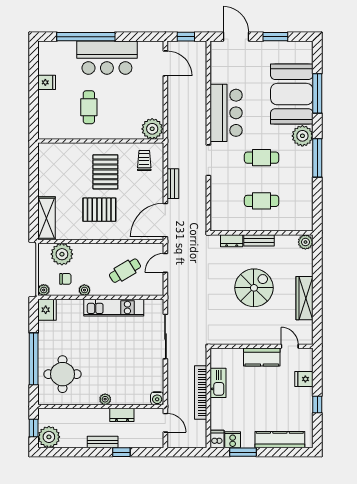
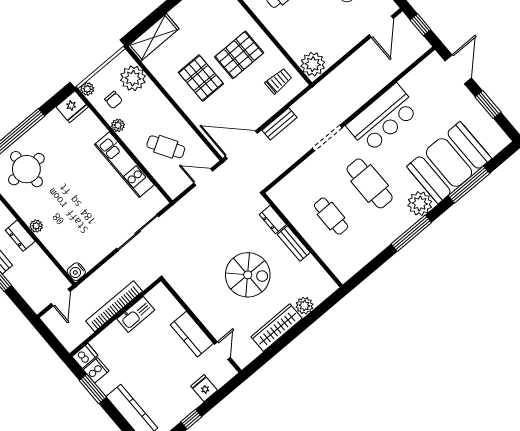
cafe table: (262, 158) -> (370, 183), width x1.37, depth x1.35
plant: (305, 242) -> (304, 306), moved
dresser: (122, 415) -> (20, 236), moved

